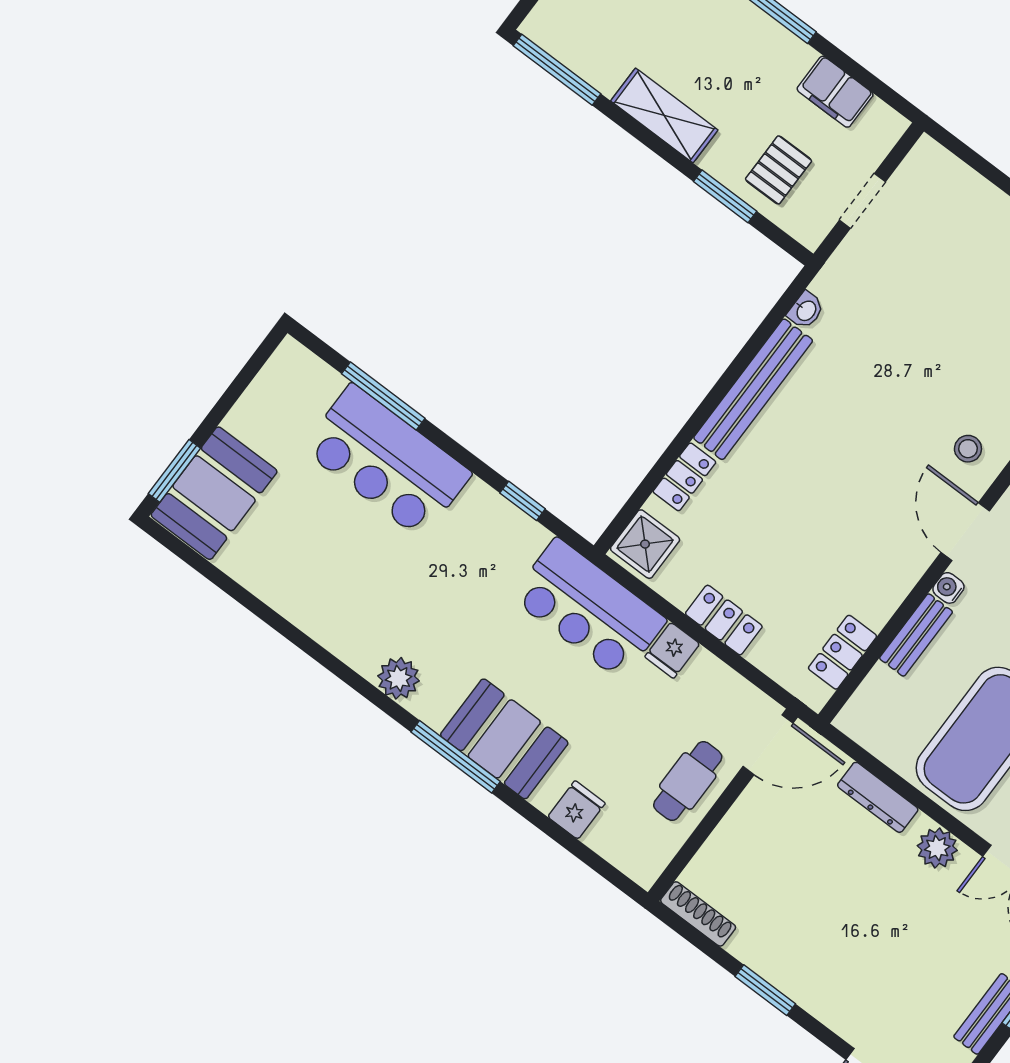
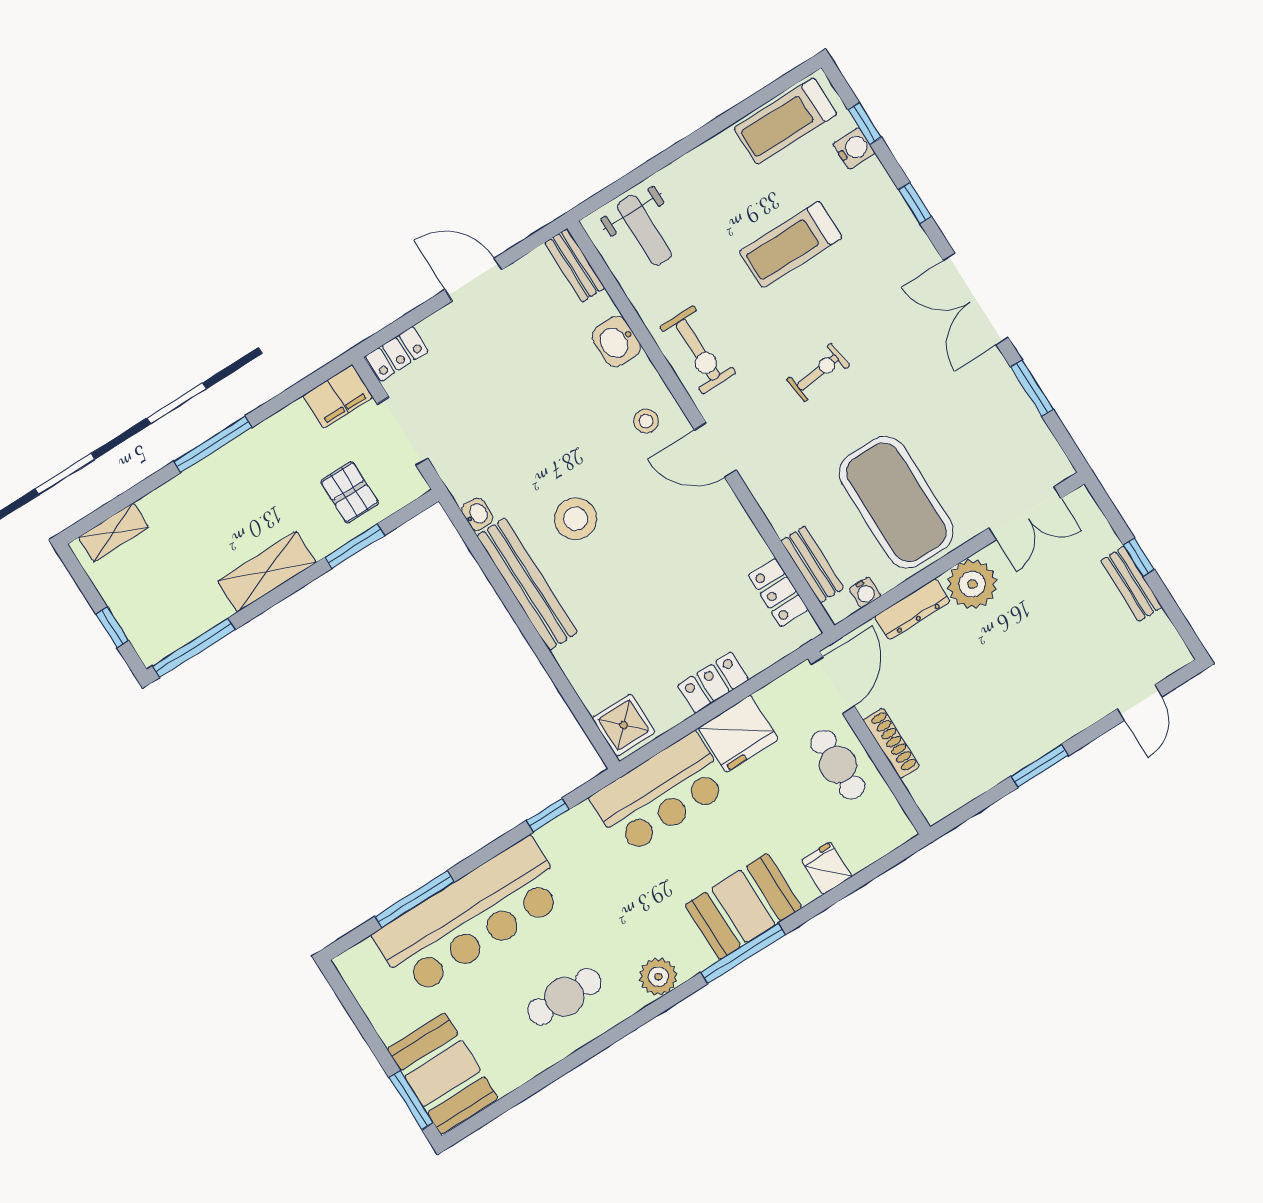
filing cabinet: (835, 92) -> (338, 397), moved
doorway: (862, 201) -> (403, 431), width x1.38
stool: (840, 414) -> (576, 519), added
bar counter: (387, 461) -> (471, 917), width x1.36
locker: (684, 477) -> (397, 354), moved, turned 90
water cooler: (948, 588) -> (865, 592), moved, turned -90
cafe table: (341, 589) -> (564, 997), added
bench: (916, 635) -> (812, 564), moved
fridge: (672, 650) -> (738, 734), width x1.88, depth x1.34
plant: (937, 848) -> (972, 584), width x1.36, depth x1.36
shoe rack: (698, 914) -> (891, 743), moved, turned 90

